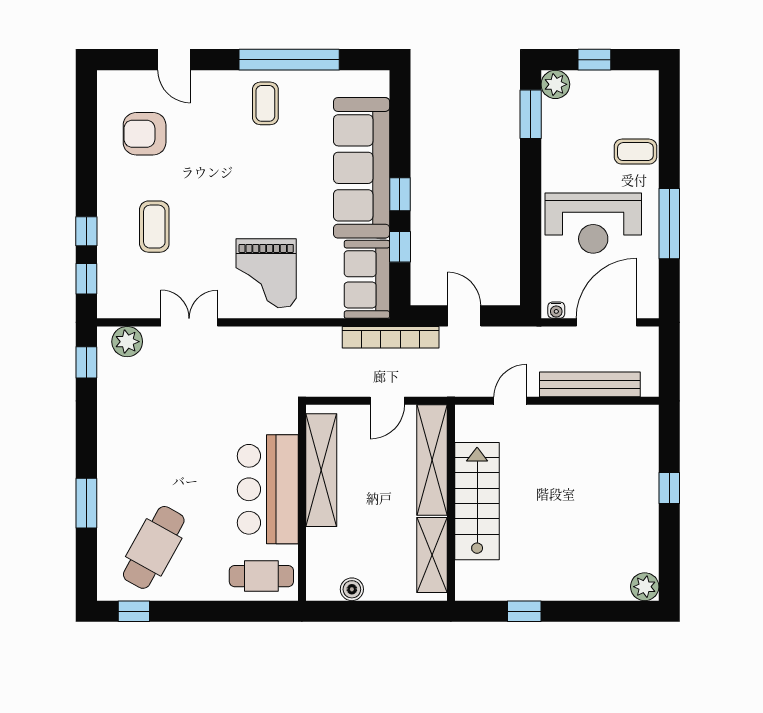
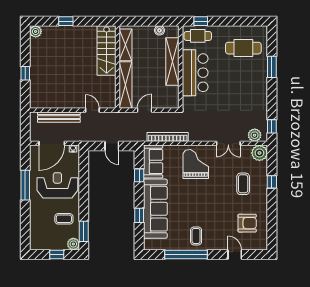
coffee table: (635, 152) -> (64, 219), moved
window: (400, 194) -> (139, 215), moved
window: (86, 279) -> (272, 162), removed
plant: (116, 300) -> (259, 153), added
bookcase: (391, 337) -> (168, 137), moved
door: (510, 401) -> (92, 110), swing flipped
shelving: (321, 470) -> (172, 62), moved
stairs: (477, 501) -> (107, 50), moved
cafe table: (154, 547) -> (243, 48), turned 61
window: (134, 611) -> (201, 21), moved
window: (524, 611) -> (66, 21), moved

